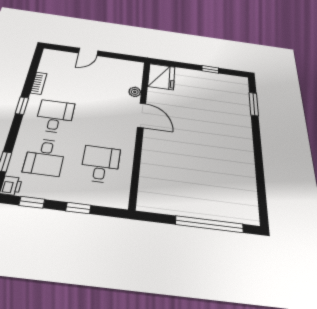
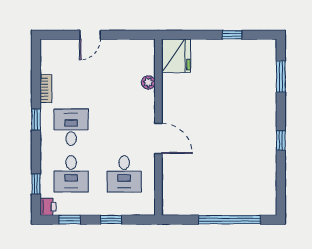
door: (142, 115) -> (158, 138), moved
window: (258, 155) -> (281, 140), added
desk: (100, 164) -> (124, 174), turned 180

